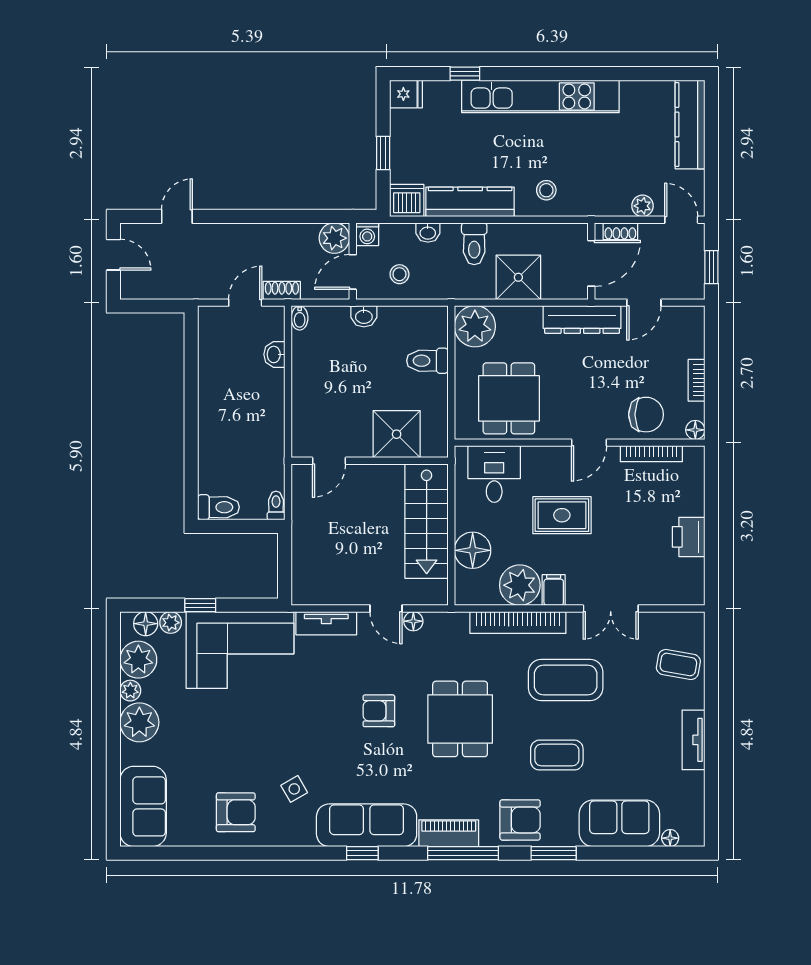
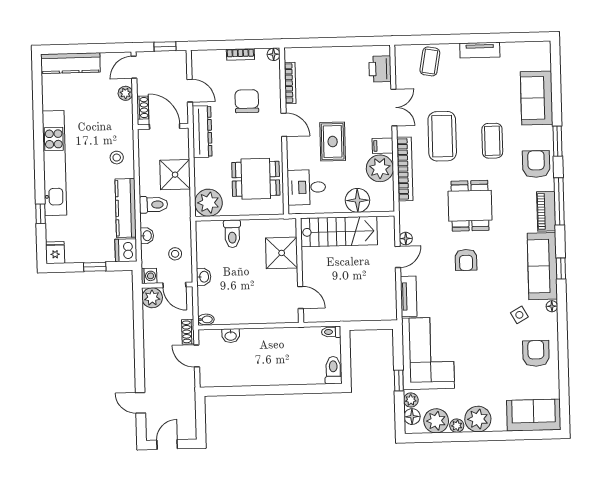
chair: (646, 415) -> (247, 101), moved
printer: (689, 537) -> (380, 69), moved, turned 90
dining table: (460, 719) -> (470, 206), turned 90
floor lamp: (670, 838) -> (552, 306), moved

